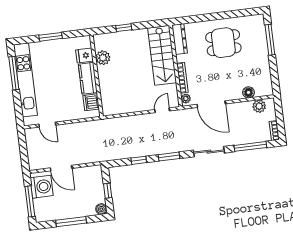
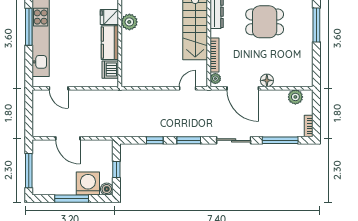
floor lamp: (248, 92) -> (267, 80), moved
washing machine: (42, 187) -> (88, 184), moved, turned -90

